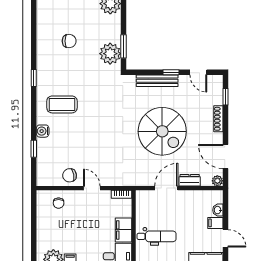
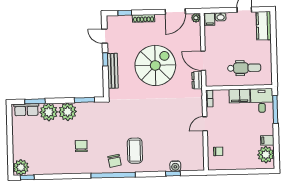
plant: (110, 54) -> (68, 112), moved
door: (198, 72) -> (105, 36), swing flipped
window: (34, 78) -> (113, 175), width x3.17
water cooler: (43, 131) -> (175, 166), moved
chair: (70, 175) -> (115, 161), moved
dresser: (190, 180) -> (197, 80), moved
filing cabinet: (215, 223) -> (210, 19), moved
dental chair: (157, 236) -> (244, 68), turned 90

